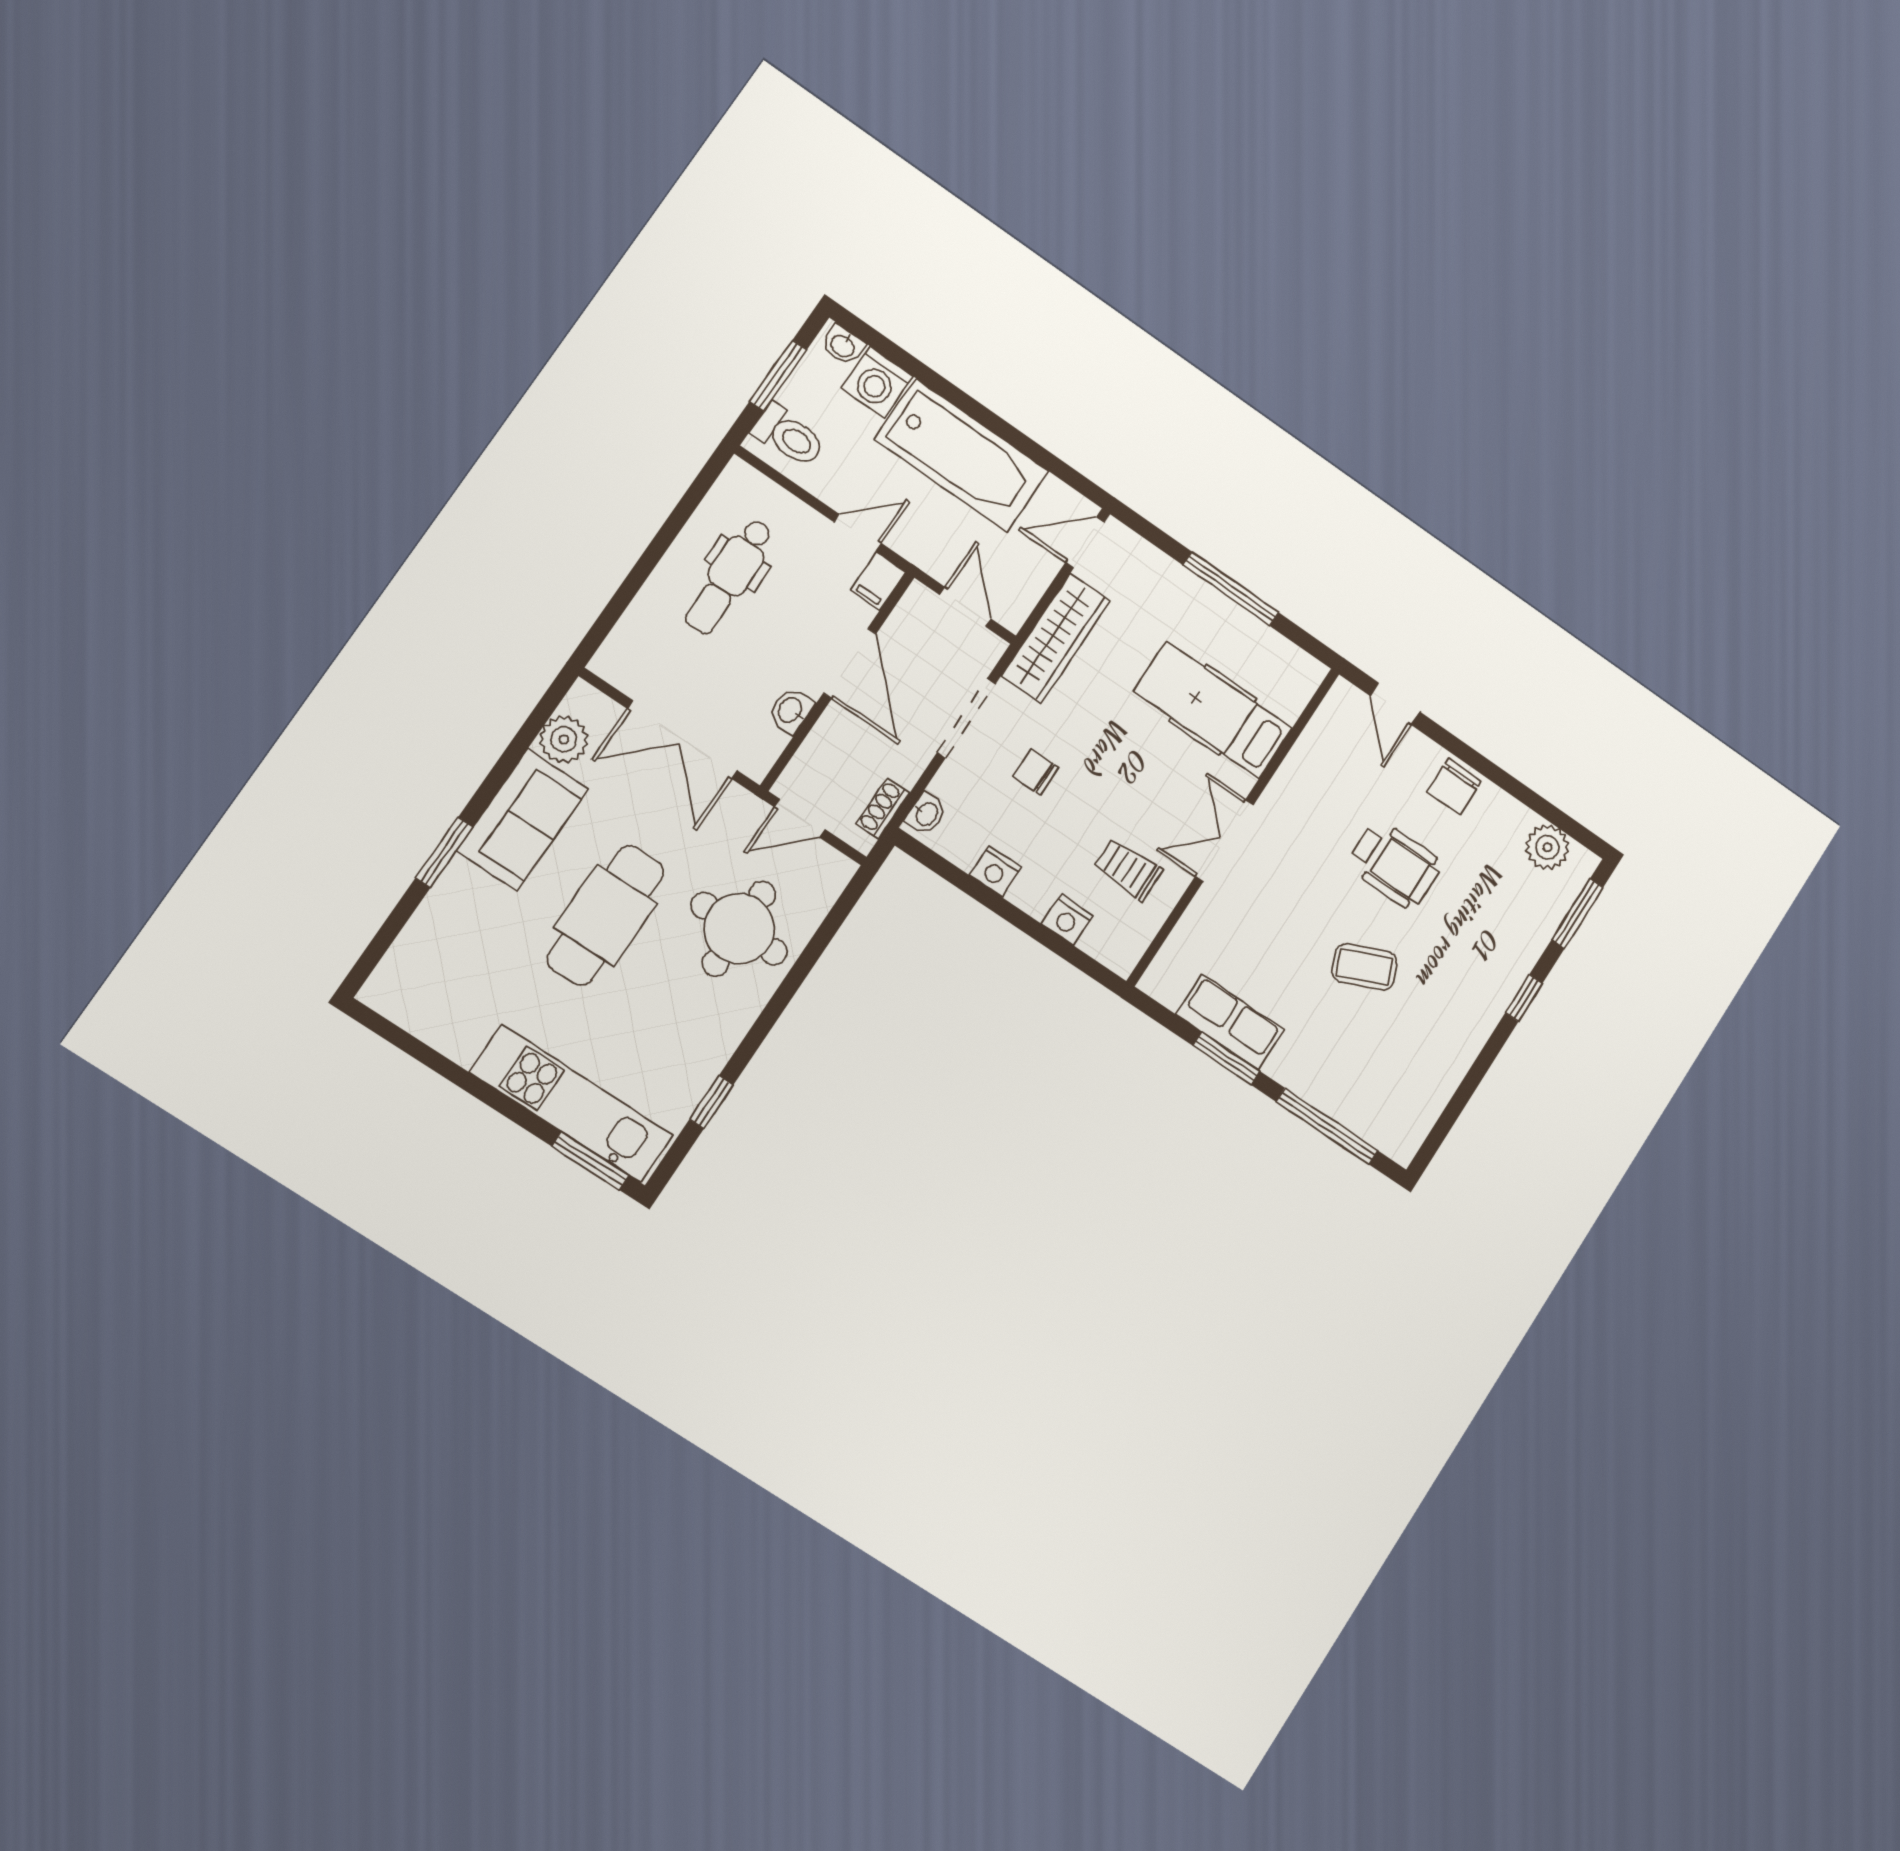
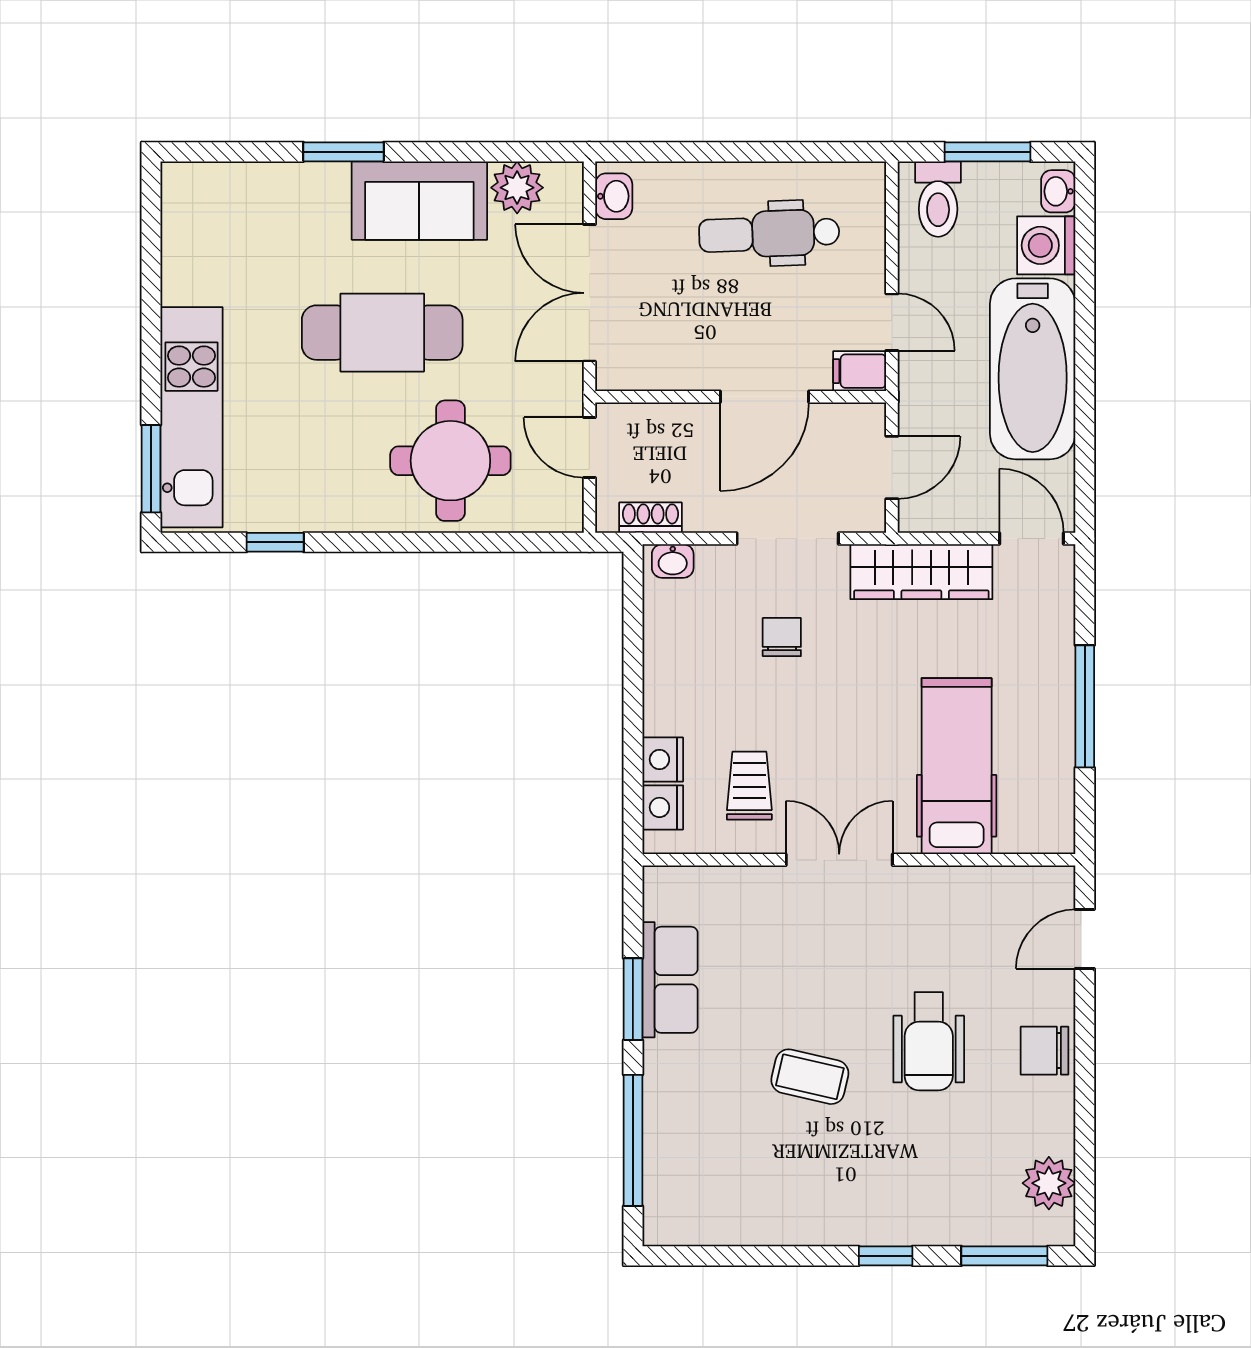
washbasin: (791, 710) -> (614, 196), moved, turned 90
nightstand: (995, 871) -> (663, 807), moved
coffee table: (1364, 967) -> (810, 1077), turned -54

